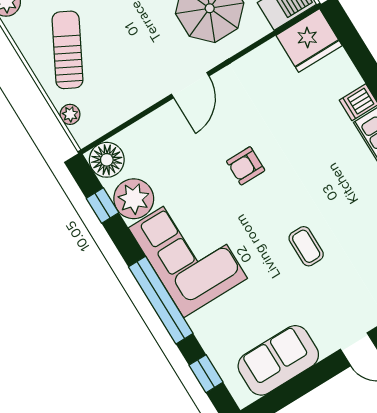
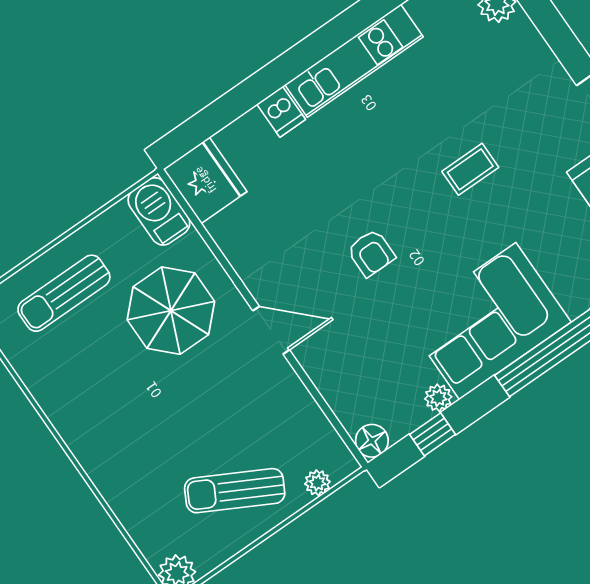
floor lamp: (107, 160) -> (372, 441), width x0.73, depth x0.73
plant: (134, 199) -> (438, 398), width x0.53, depth x0.53

